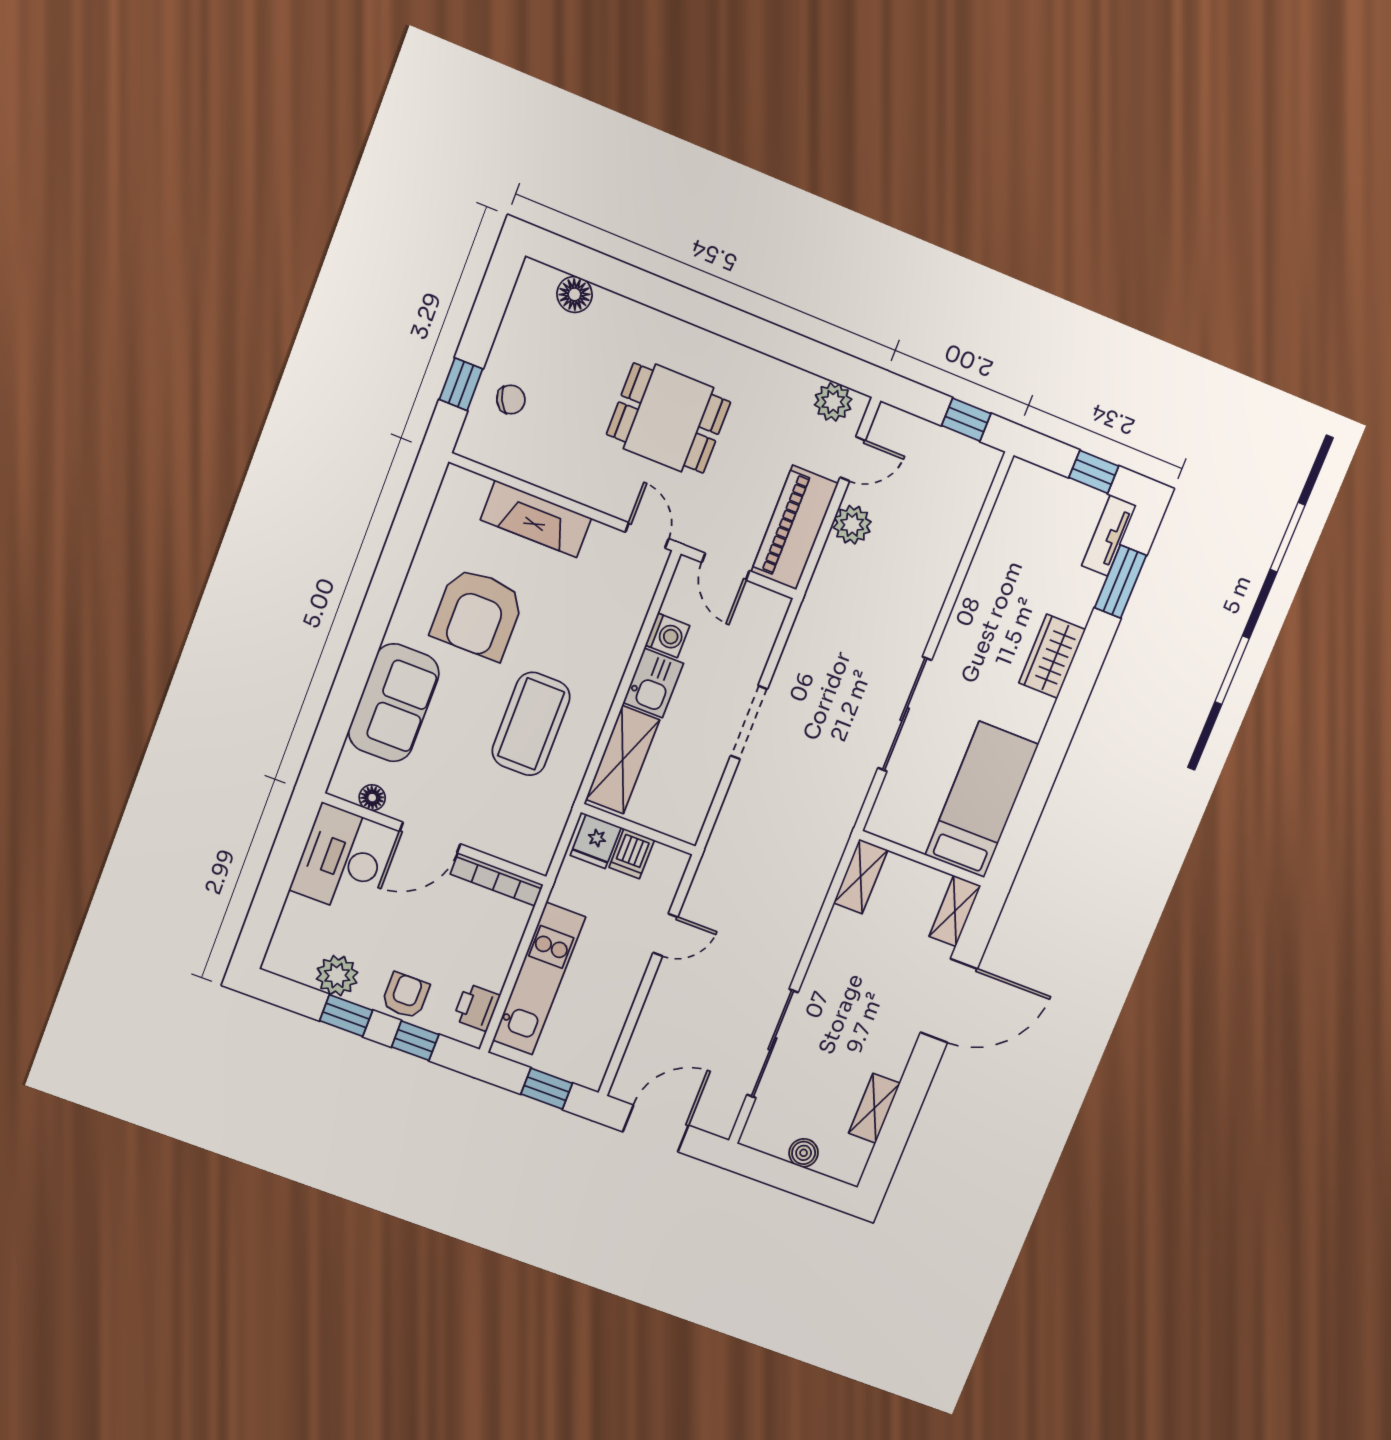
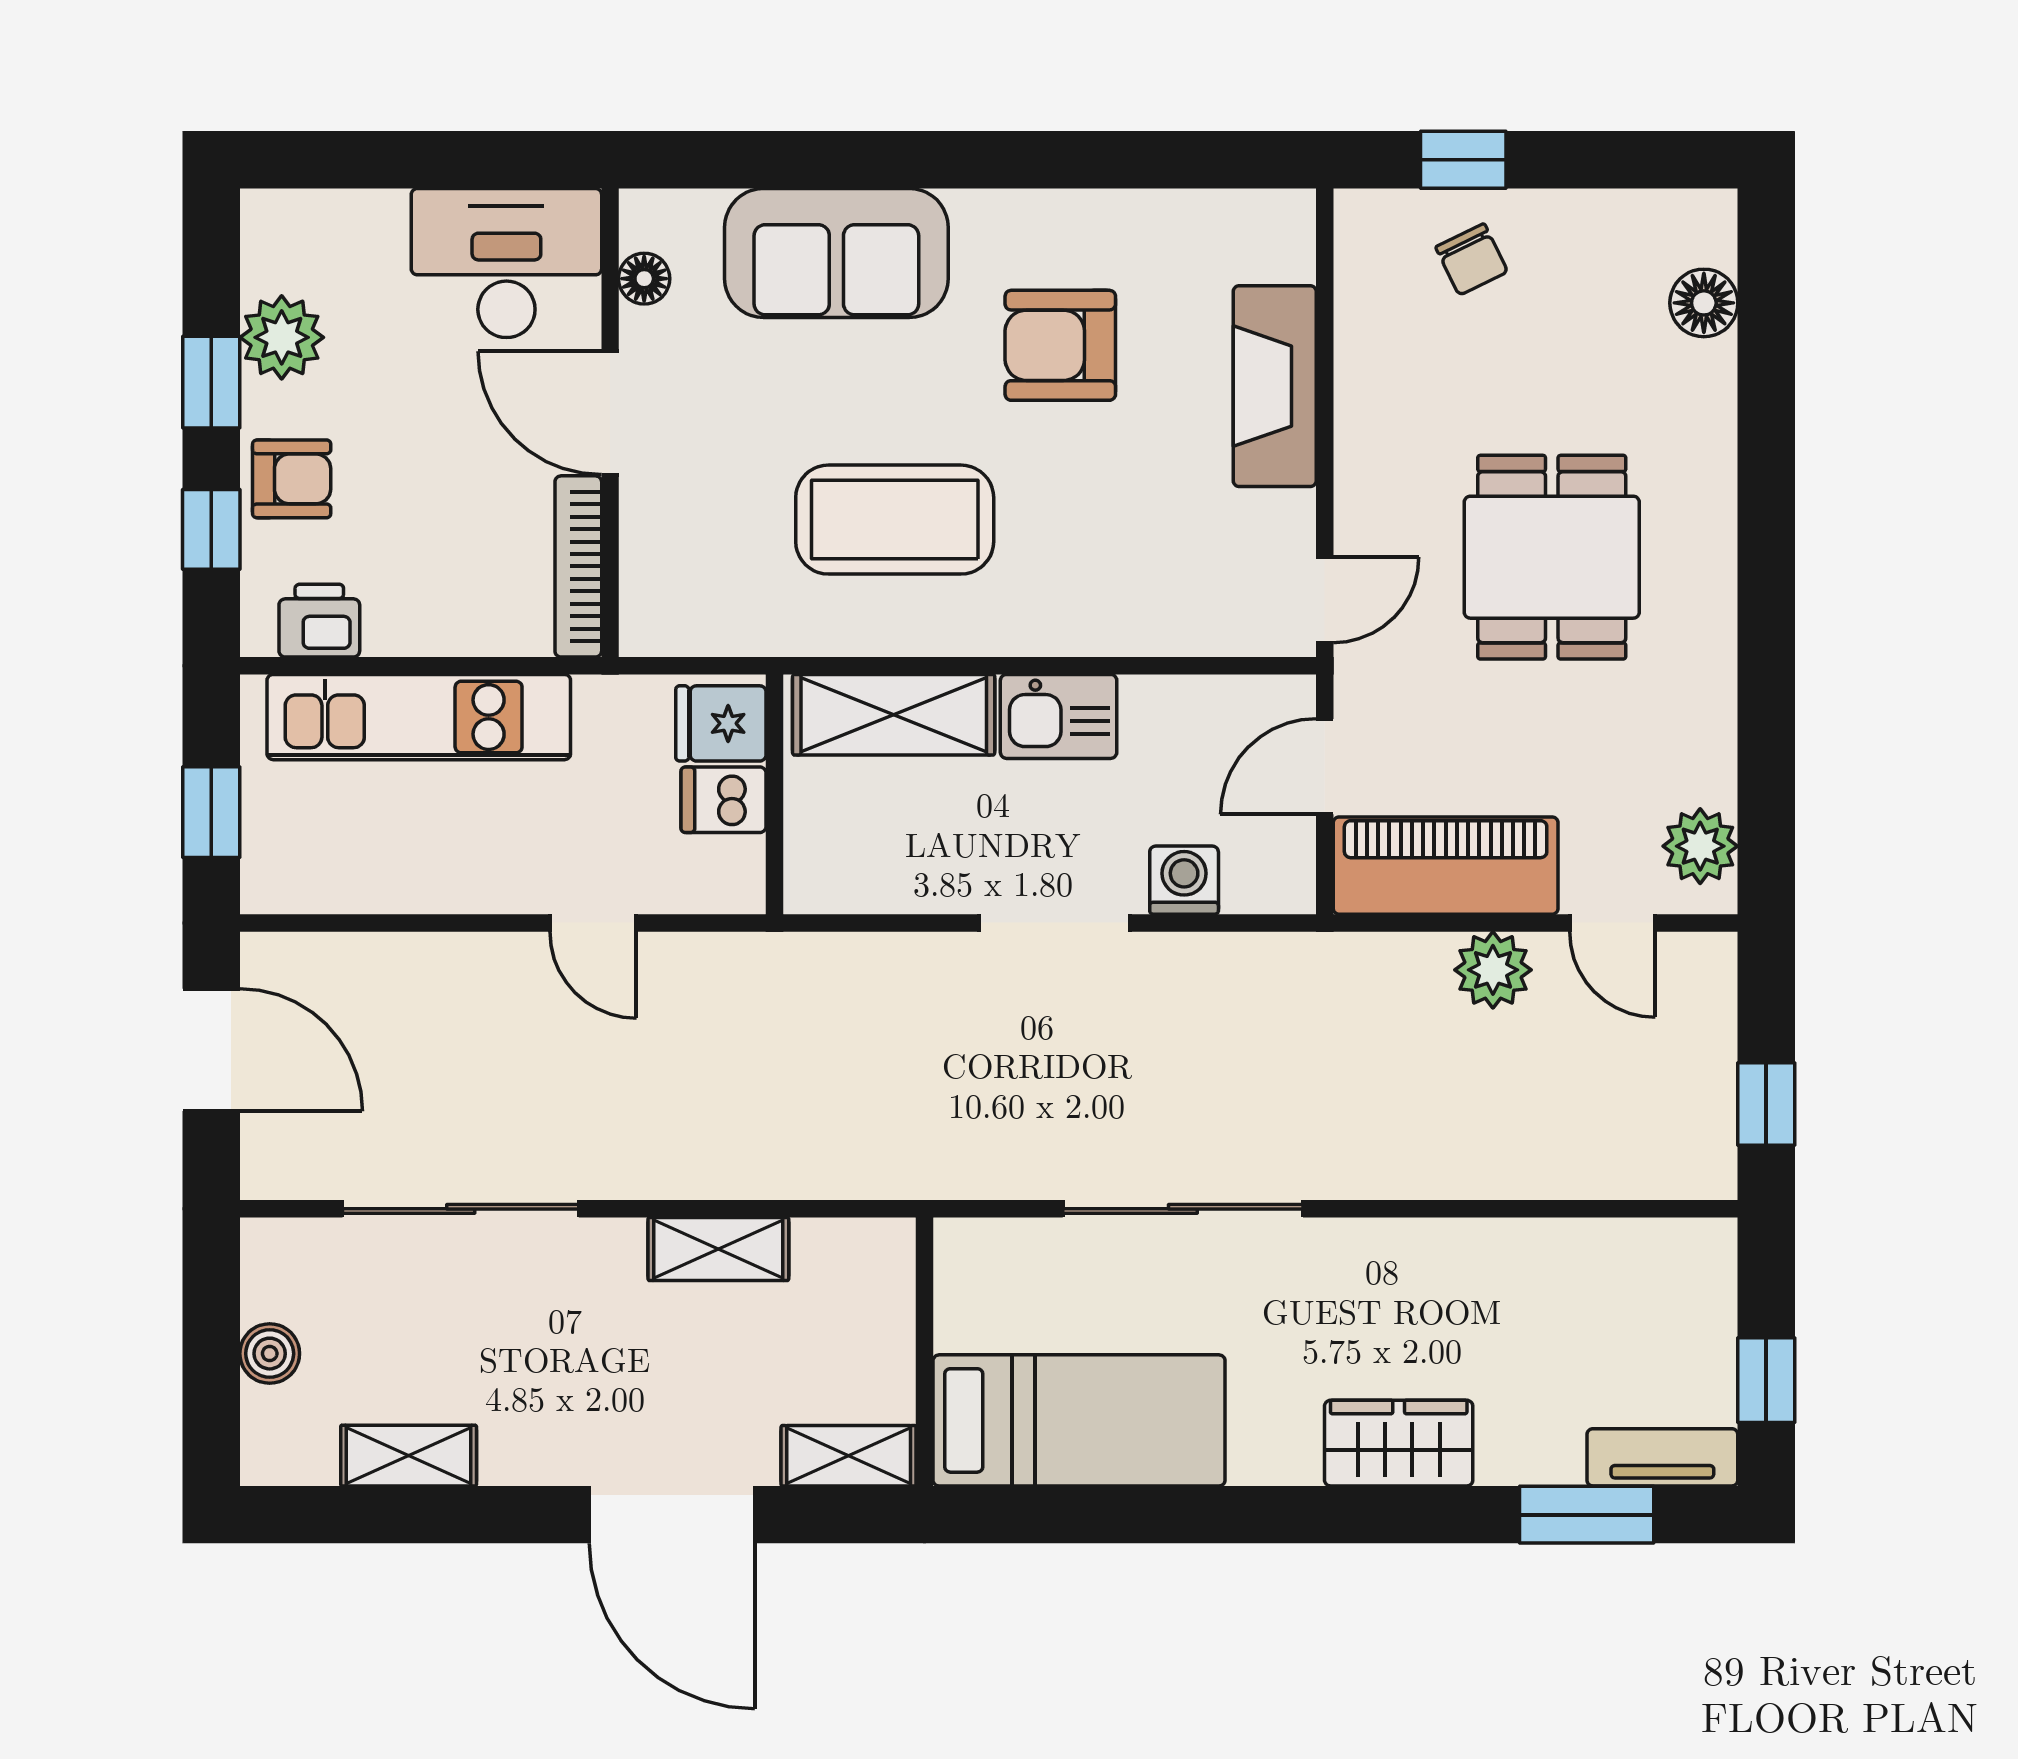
armchair: (478, 614) -> (1060, 345), width x0.73, depth x0.73
washing machine: (667, 635) -> (1184, 880), moved, turned 180
shelving: (861, 876) -> (718, 1249), moved

